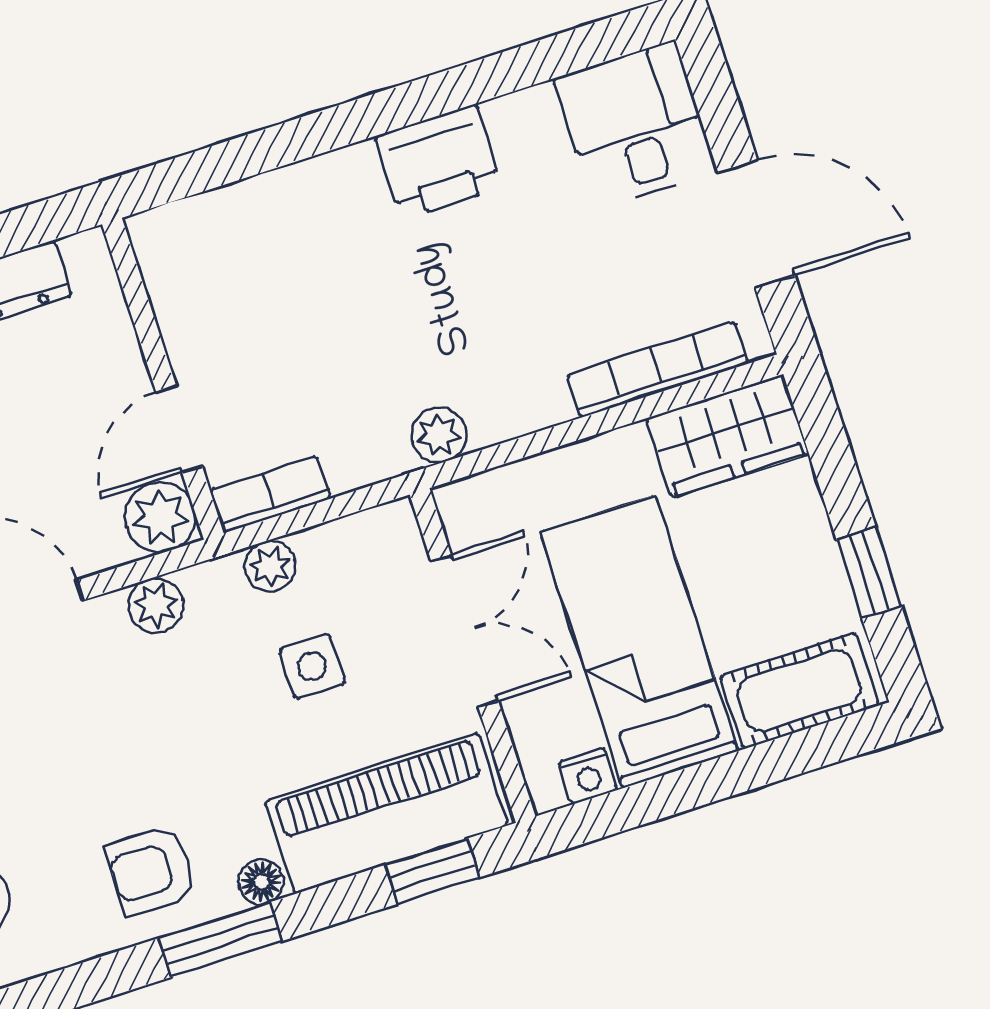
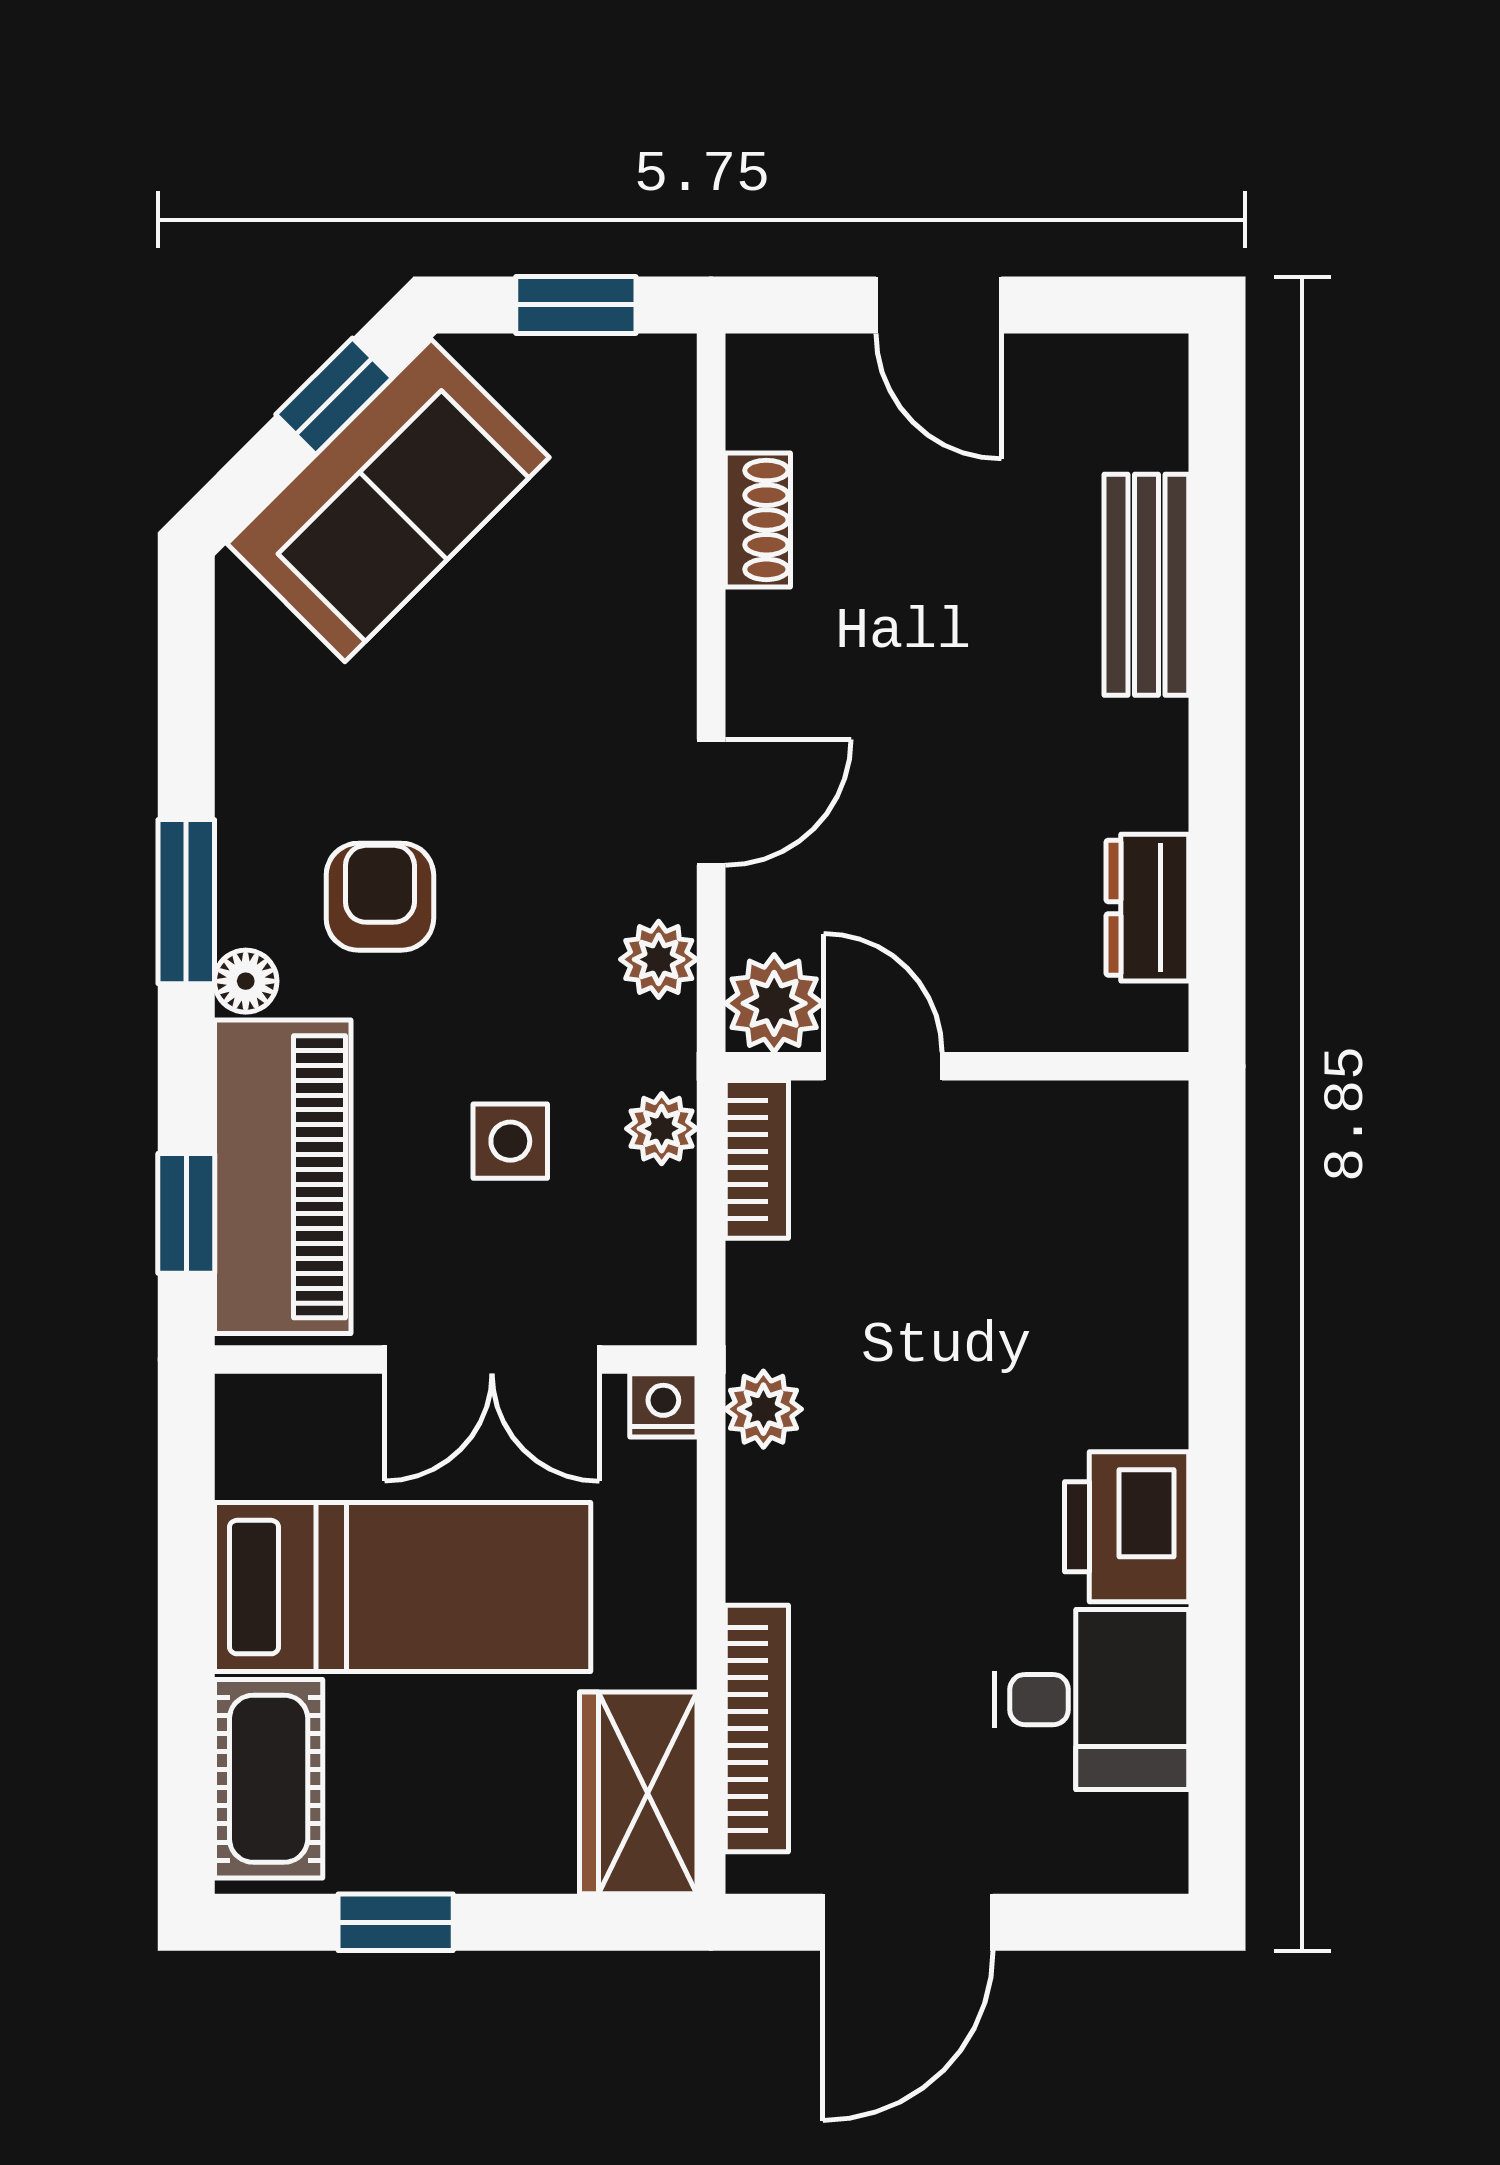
desk: (635, 125) -> (1092, 1700), moved
nightstand: (588, 776) -> (663, 1405), moved, turned 90
armchair: (151, 870) -> (380, 897), moved

